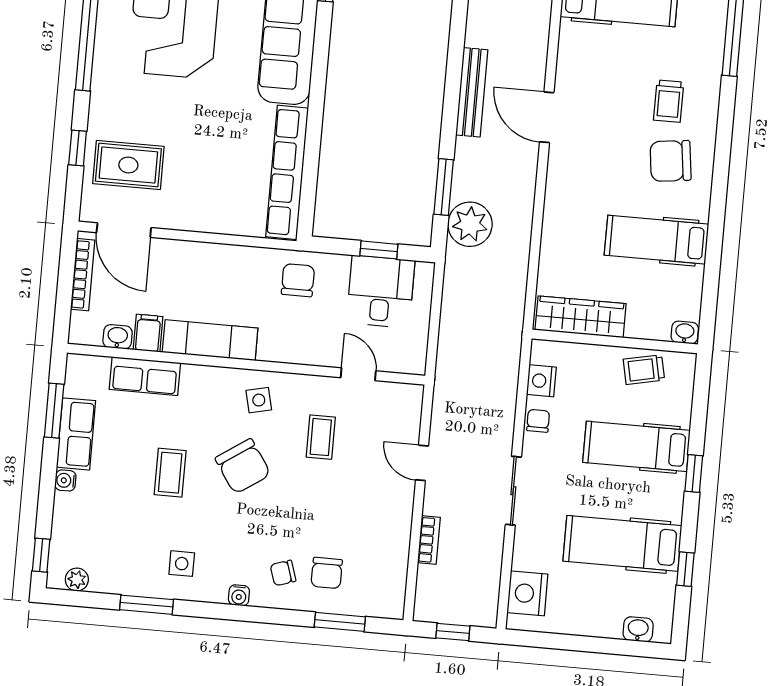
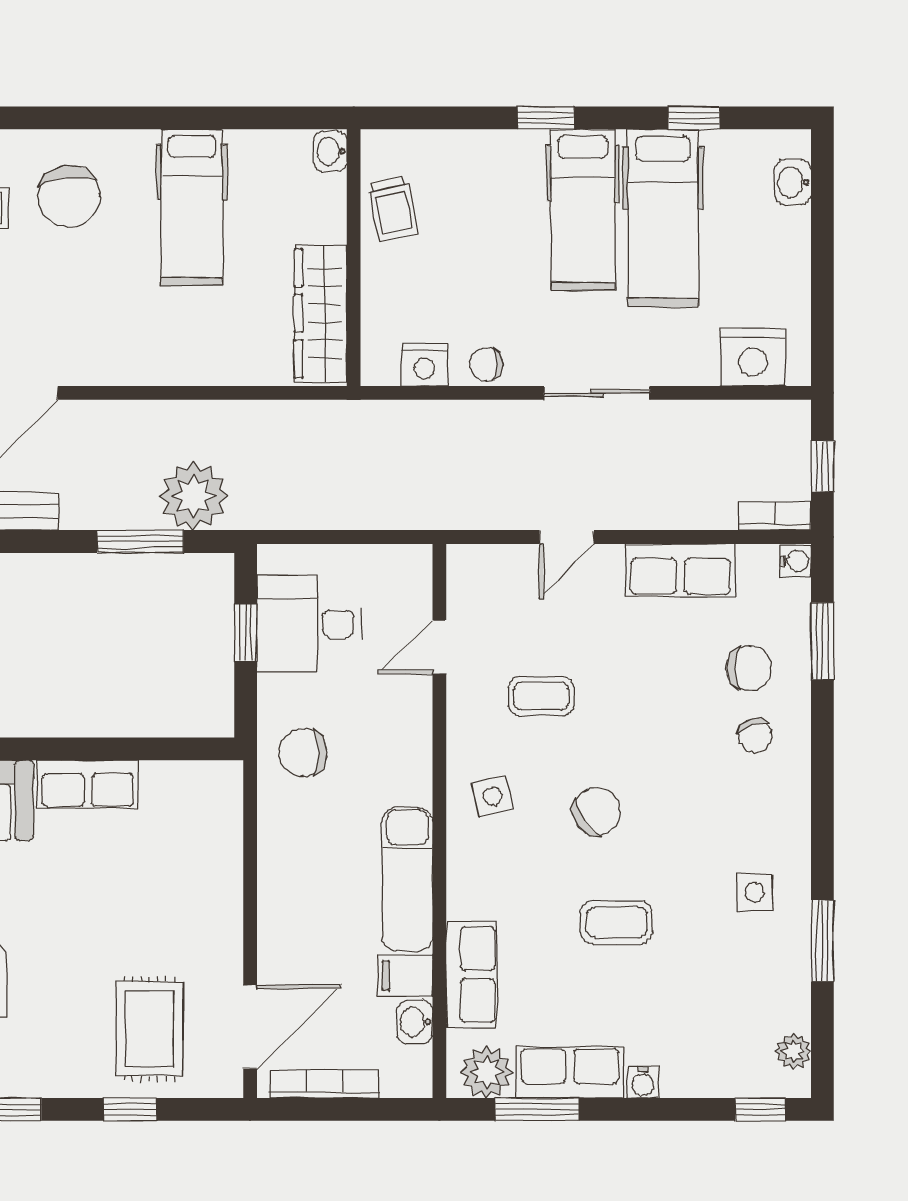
row of seats: (287, 172) -> (88, 784), width x0.50
plant: (81, 380) -> (487, 1072), added
hospital bed: (637, 446) -> (583, 210), moved
chair: (243, 466) -> (597, 812), width x0.73, depth x0.73
row of seats: (394, 534) -> (681, 570), added
bookcase: (429, 540) -> (775, 516), moved
water cooler: (239, 595) -> (795, 561), moved

